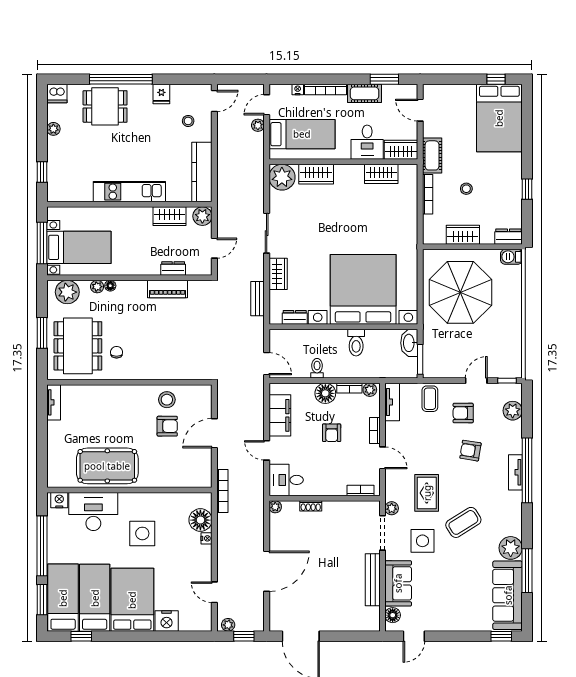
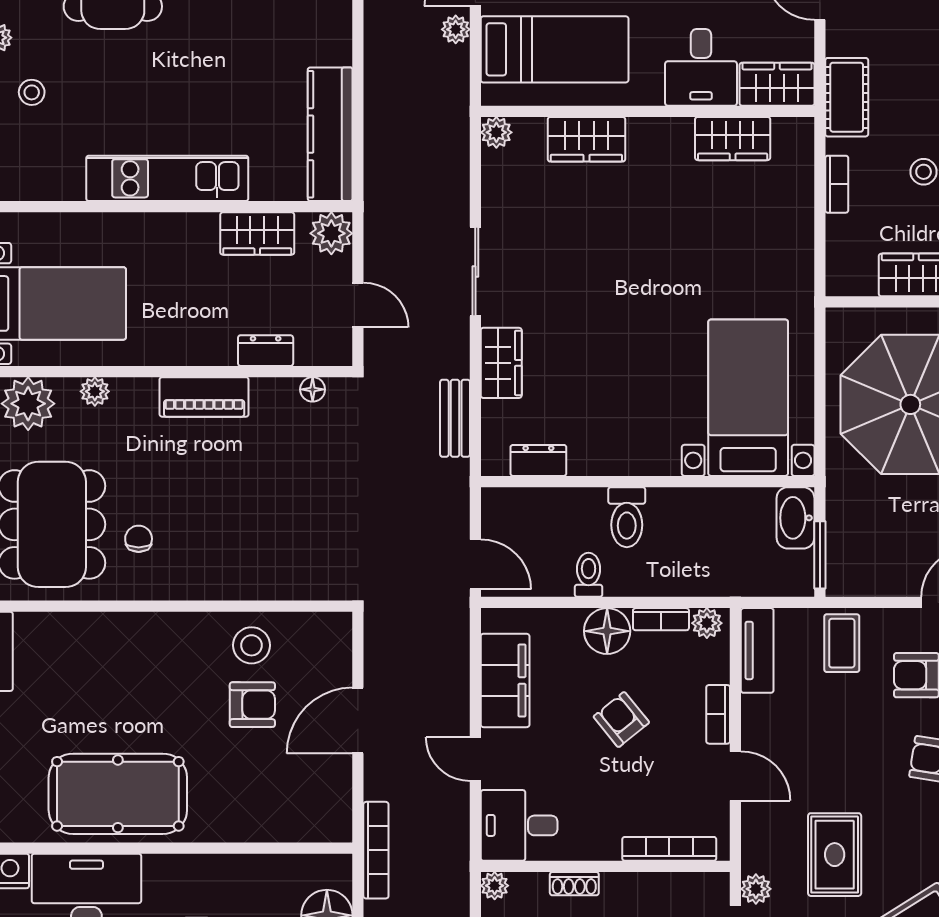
stool: (188, 121) -> (32, 92), moved
plant: (282, 177) -> (496, 132), width x0.53, depth x0.53
bookcase: (428, 194) -> (837, 184), width x0.64
door: (214, 248) -> (358, 305), hinge flipped
floor lamp: (110, 286) -> (313, 389), moved
piano: (167, 289) -> (204, 397), moved
bed with nightstands: (363, 289) -> (748, 398), width x0.54
toilet: (356, 343) -> (627, 517), moved
armchair: (332, 433) -> (621, 719), turned 141
bookcase: (361, 490) -> (669, 849), width x1.56

